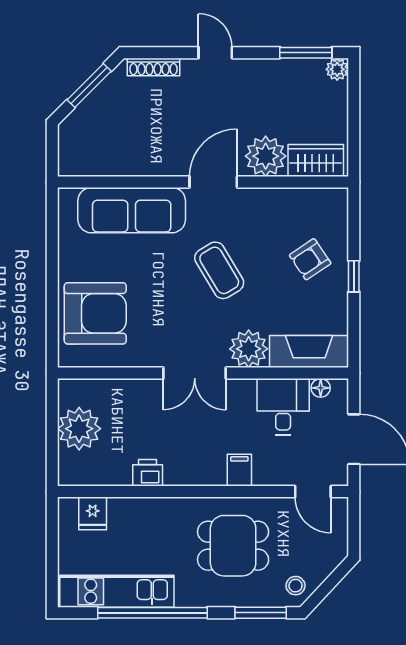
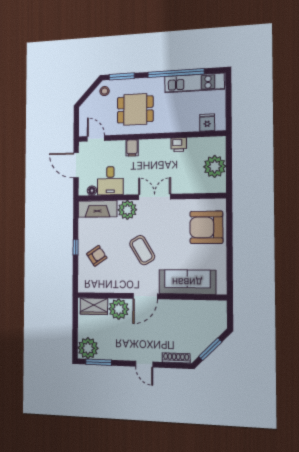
plant: (337, 69) -> (88, 348), width x1.87, depth x1.87

